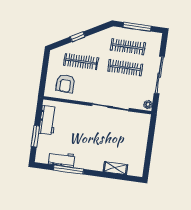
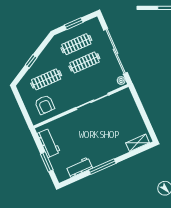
window: (137, 27) -> (74, 24), width x0.69
sliding door: (159, 75) -> (116, 51), width x1.36
shelving: (115, 168) -> (138, 143), moved
window: (69, 170) -> (102, 167), moved

